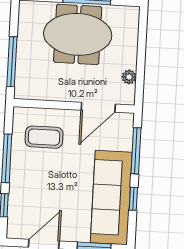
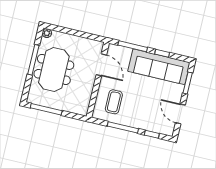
window: (12, 62) -> (46, 109), moved
plant: (129, 77) -> (47, 33), moved

